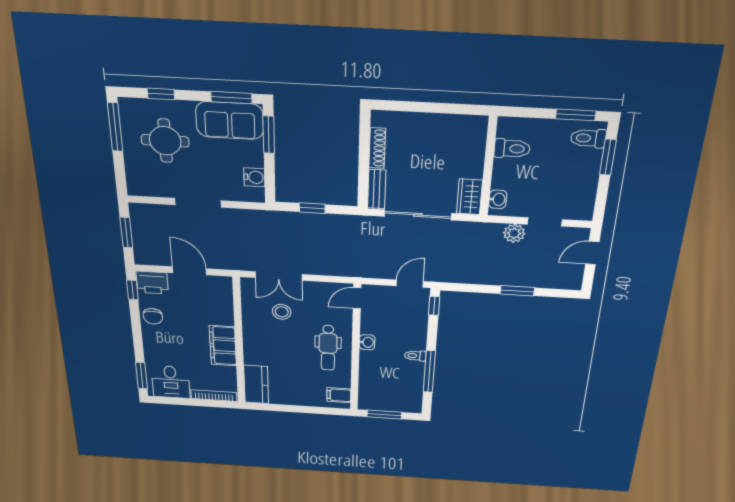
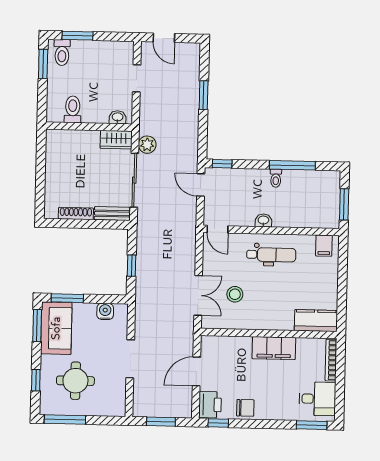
plant: (514, 233) -> (147, 145), moved

